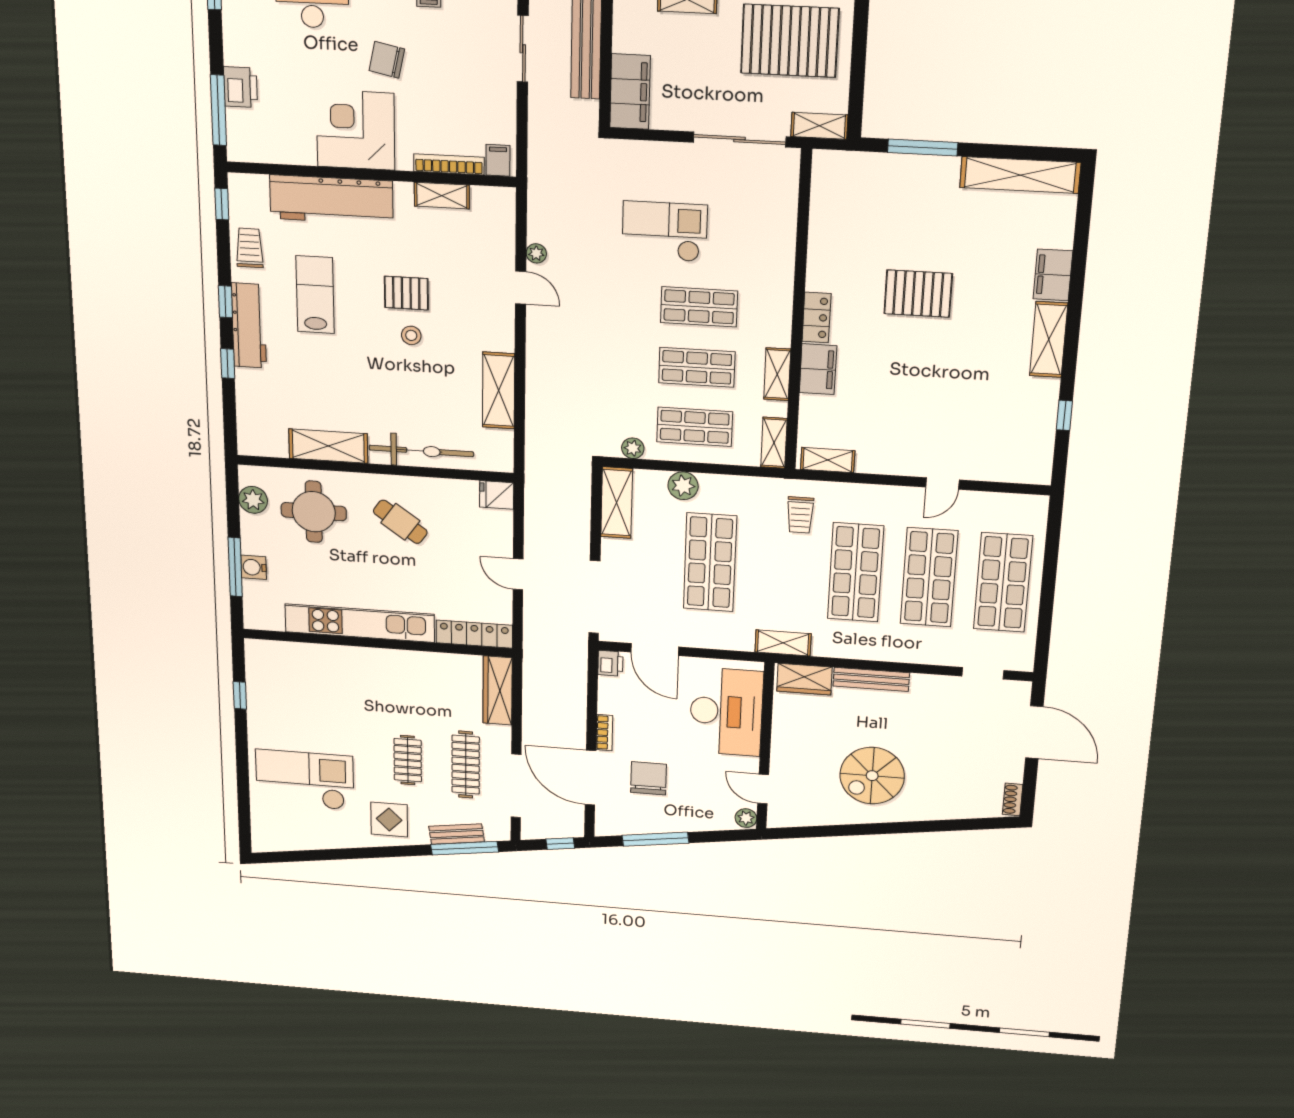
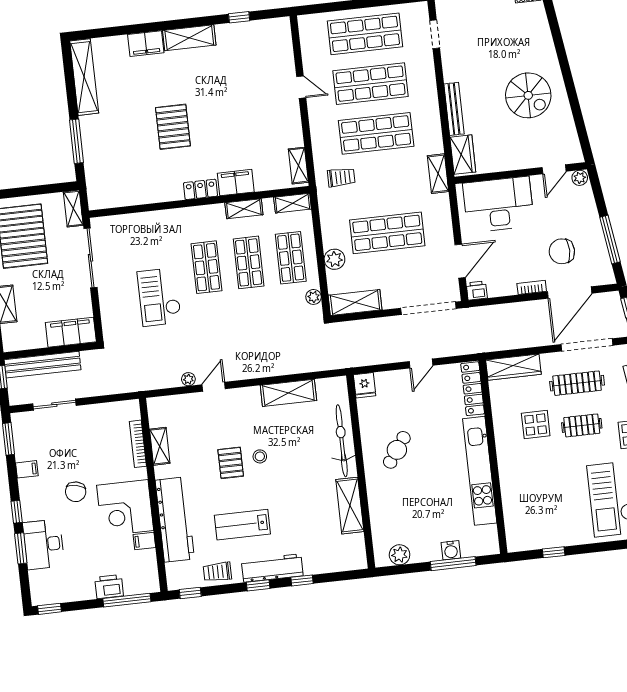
filing cabinet: (498, 160) -> (144, 541), moved
round table: (314, 512) -> (401, 511), removed
display table: (415, 704) -> (536, 425), added

